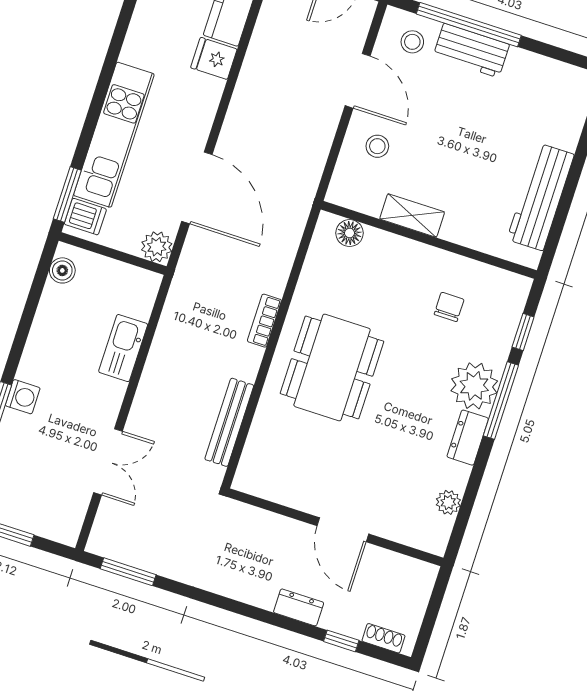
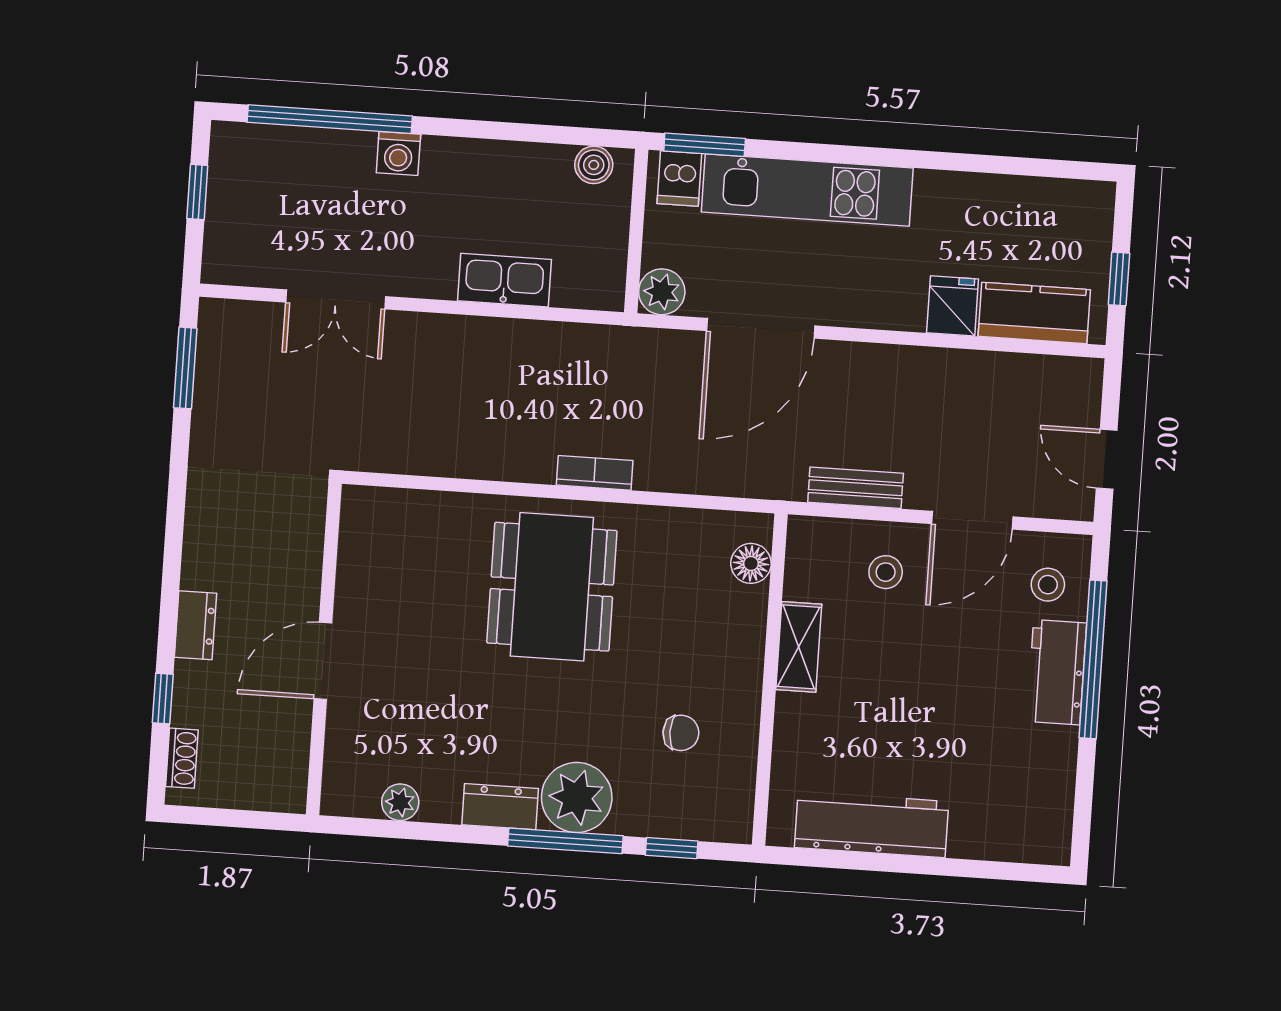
dining table: (332, 367) -> (552, 587), turned 90
bench: (229, 422) -> (856, 488), moved, width x0.73

